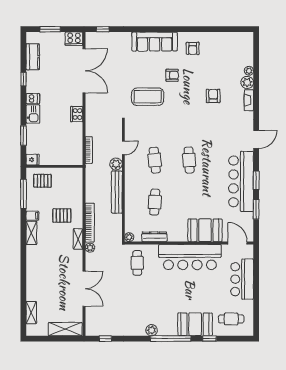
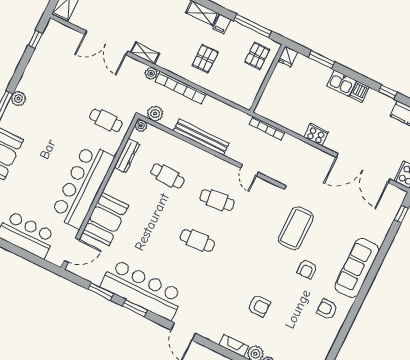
plant: (116, 164) -> (155, 114), moved
shelving: (78, 239) -> (145, 53), moved

